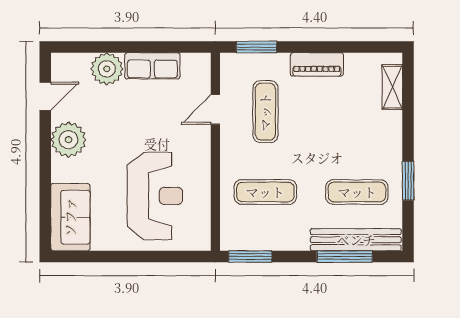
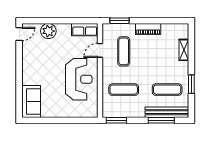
row of seats: (152, 66) -> (85, 30), moved
shelving: (392, 87) -> (184, 50), moved
door: (45, 96) -> (19, 34), moved
plant: (68, 140) -> (30, 65), removed
reception desk: (155, 196) -> (79, 79), moved

